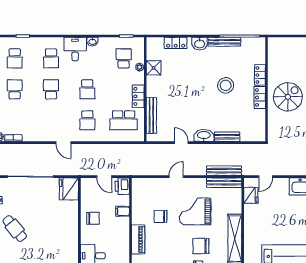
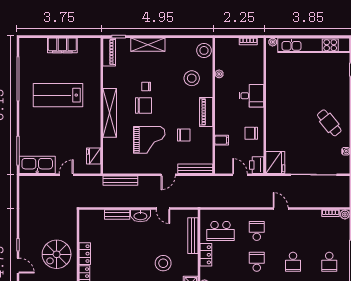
stool: (226, 85) -> (163, 263), moved
school desk: (124, 120) -> (220, 231), turned 180
door: (266, 177) -> (66, 175), moved
bench: (224, 183) -> (195, 169), moved
printer: (122, 186) -> (257, 165), moved, turned 180

